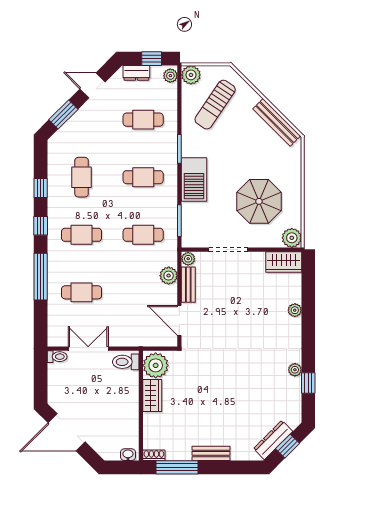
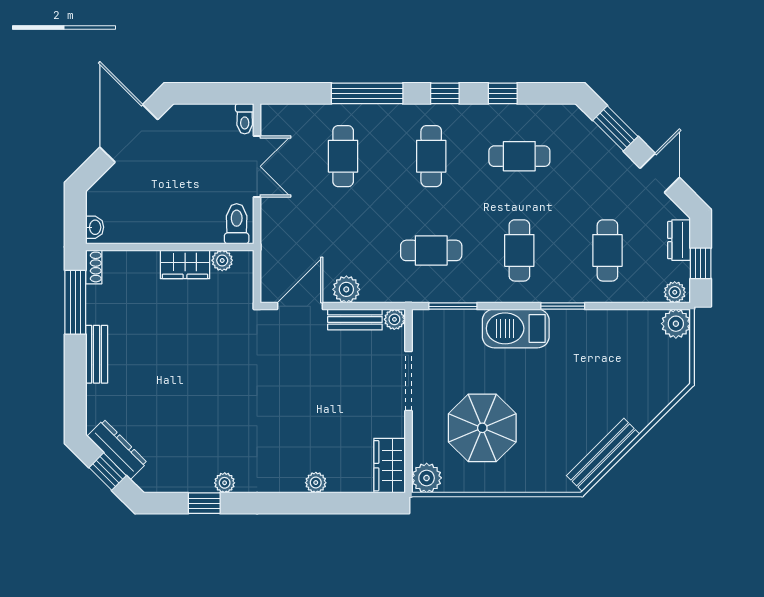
sun lounger: (215, 105) -> (631, 361), removed
cafe table: (143, 235) -> (431, 250), turned 90
plant: (169, 276) -> (346, 289), moved
plant: (156, 365) -> (222, 260), width x0.53, depth x0.53

